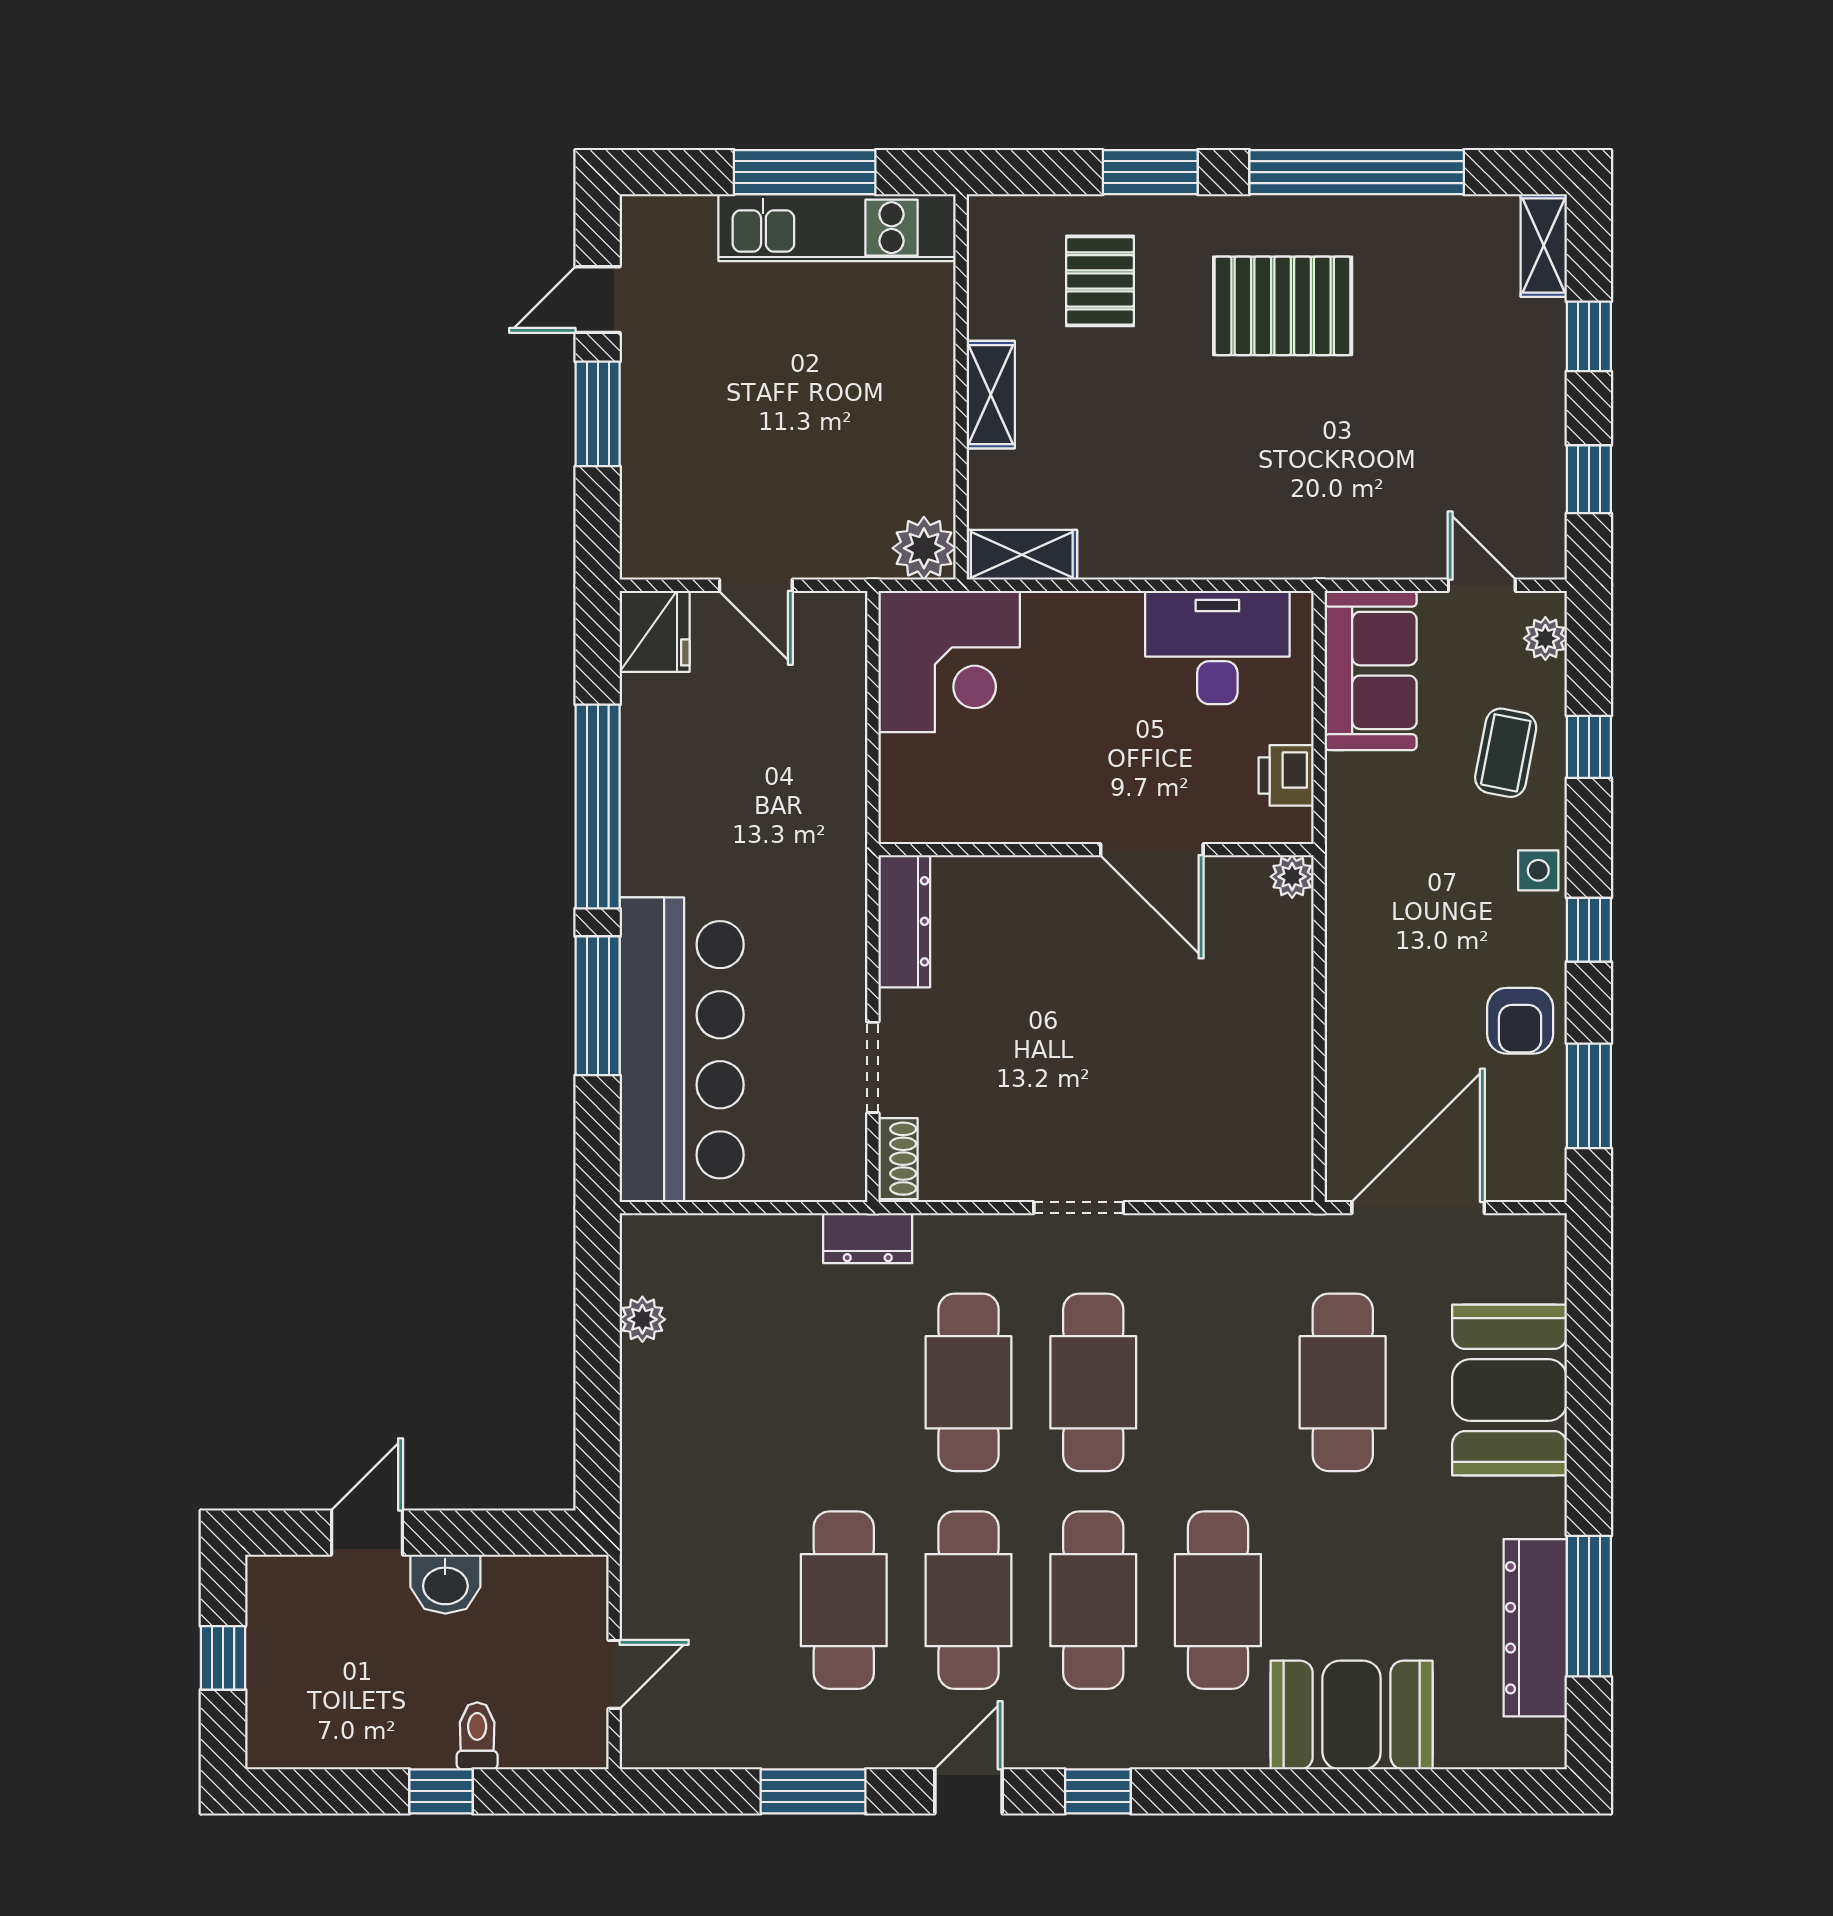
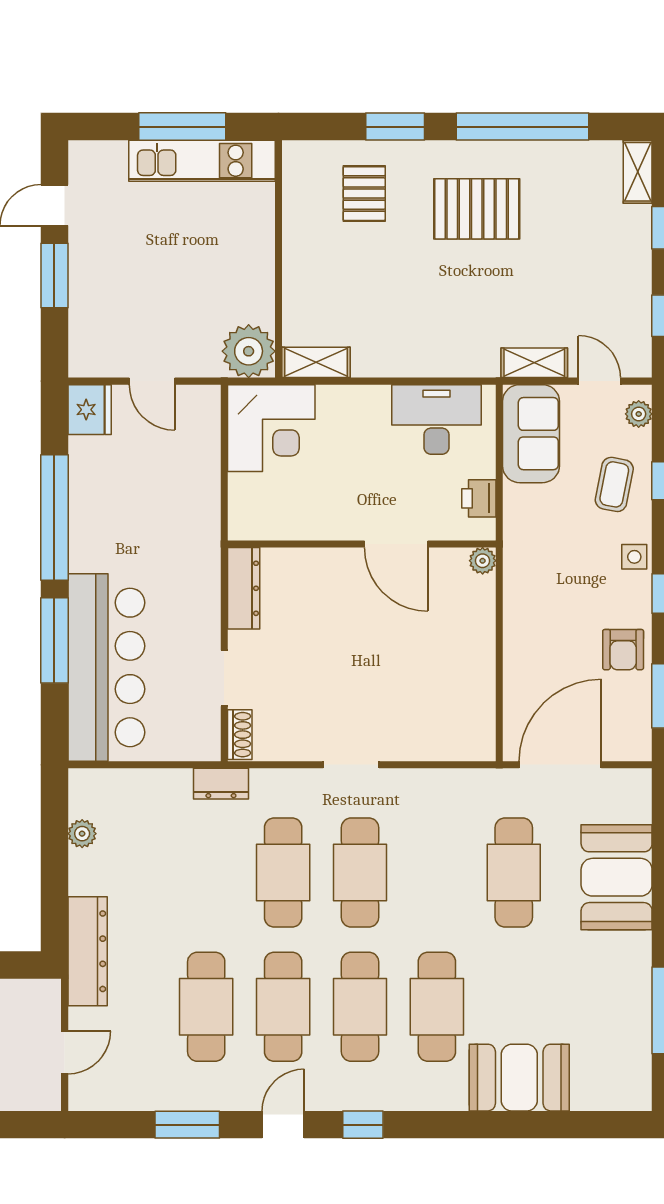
shelving: (991, 395) -> (534, 363), moved, turned 90
plant: (924, 548) -> (249, 351), width x1.36, depth x1.36
dresser: (1535, 1628) -> (88, 951), moved, turned 180

